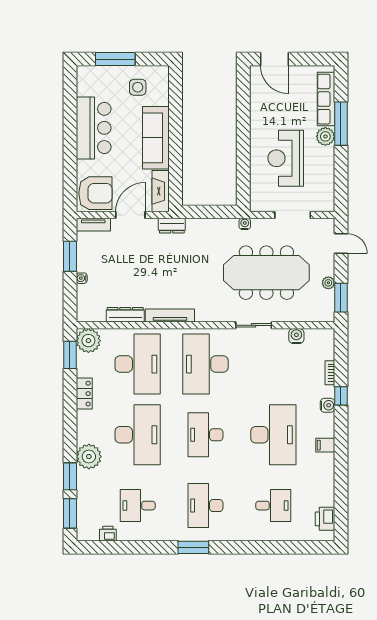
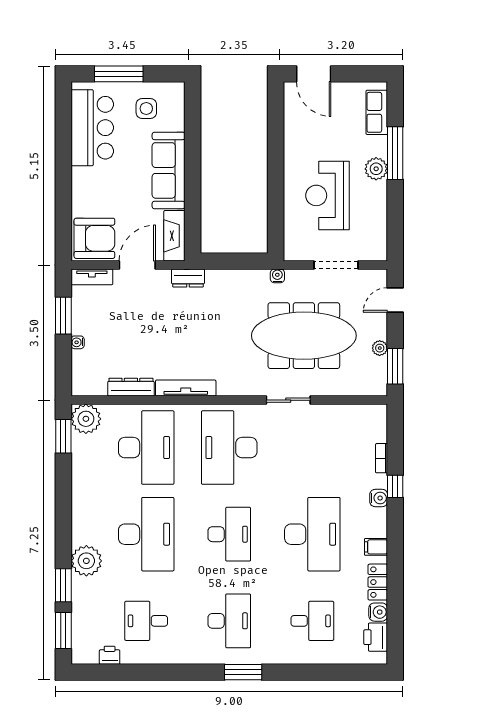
row of seats: (326, 99) -> (377, 112), width x0.68
bar counter: (94, 128) -> (92, 128), moved
door: (341, 244) -> (395, 300), swing flipped
water cooler: (296, 336) -> (378, 612), moved, turned 90
locker: (84, 394) -> (378, 582), moved, turned 180
desk: (205, 435) -> (229, 534), turned 180
desk: (205, 506) -> (229, 621), turned 180
window: (193, 547) -> (243, 672), moved

